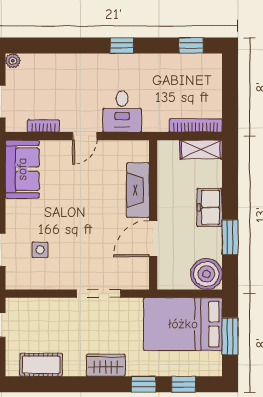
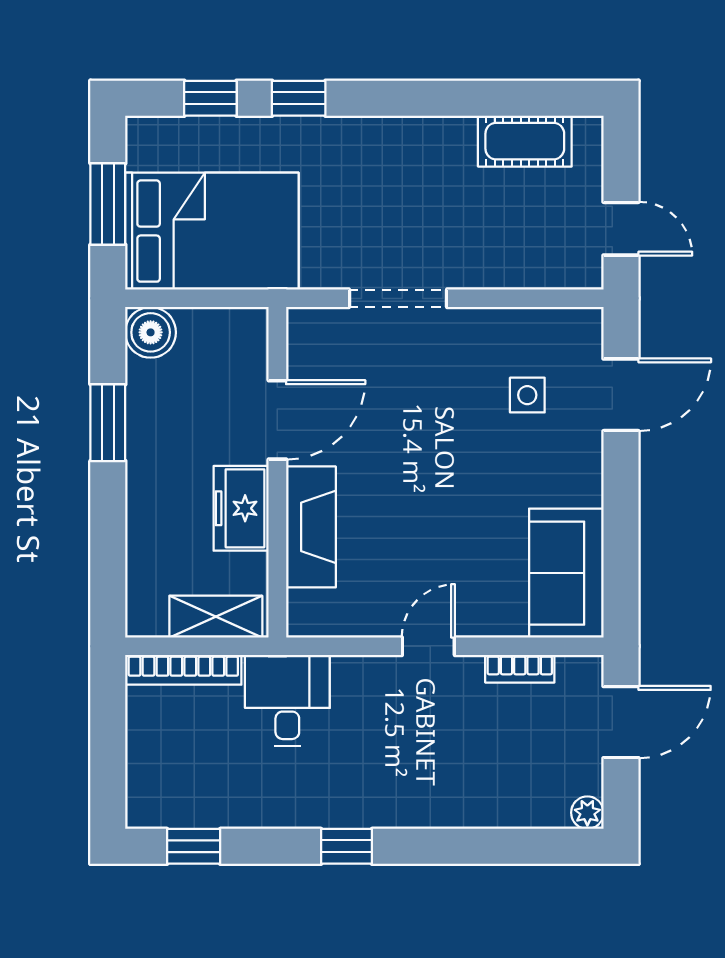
desk: (122, 111) -> (287, 701), moved
shelving: (201, 149) -> (216, 617), moved
freezer: (210, 207) -> (241, 508), moved, turned 180
boiler: (206, 274) -> (151, 332), width x0.73, depth x0.73
wardrobe: (106, 365) -> (382, 140), removed

